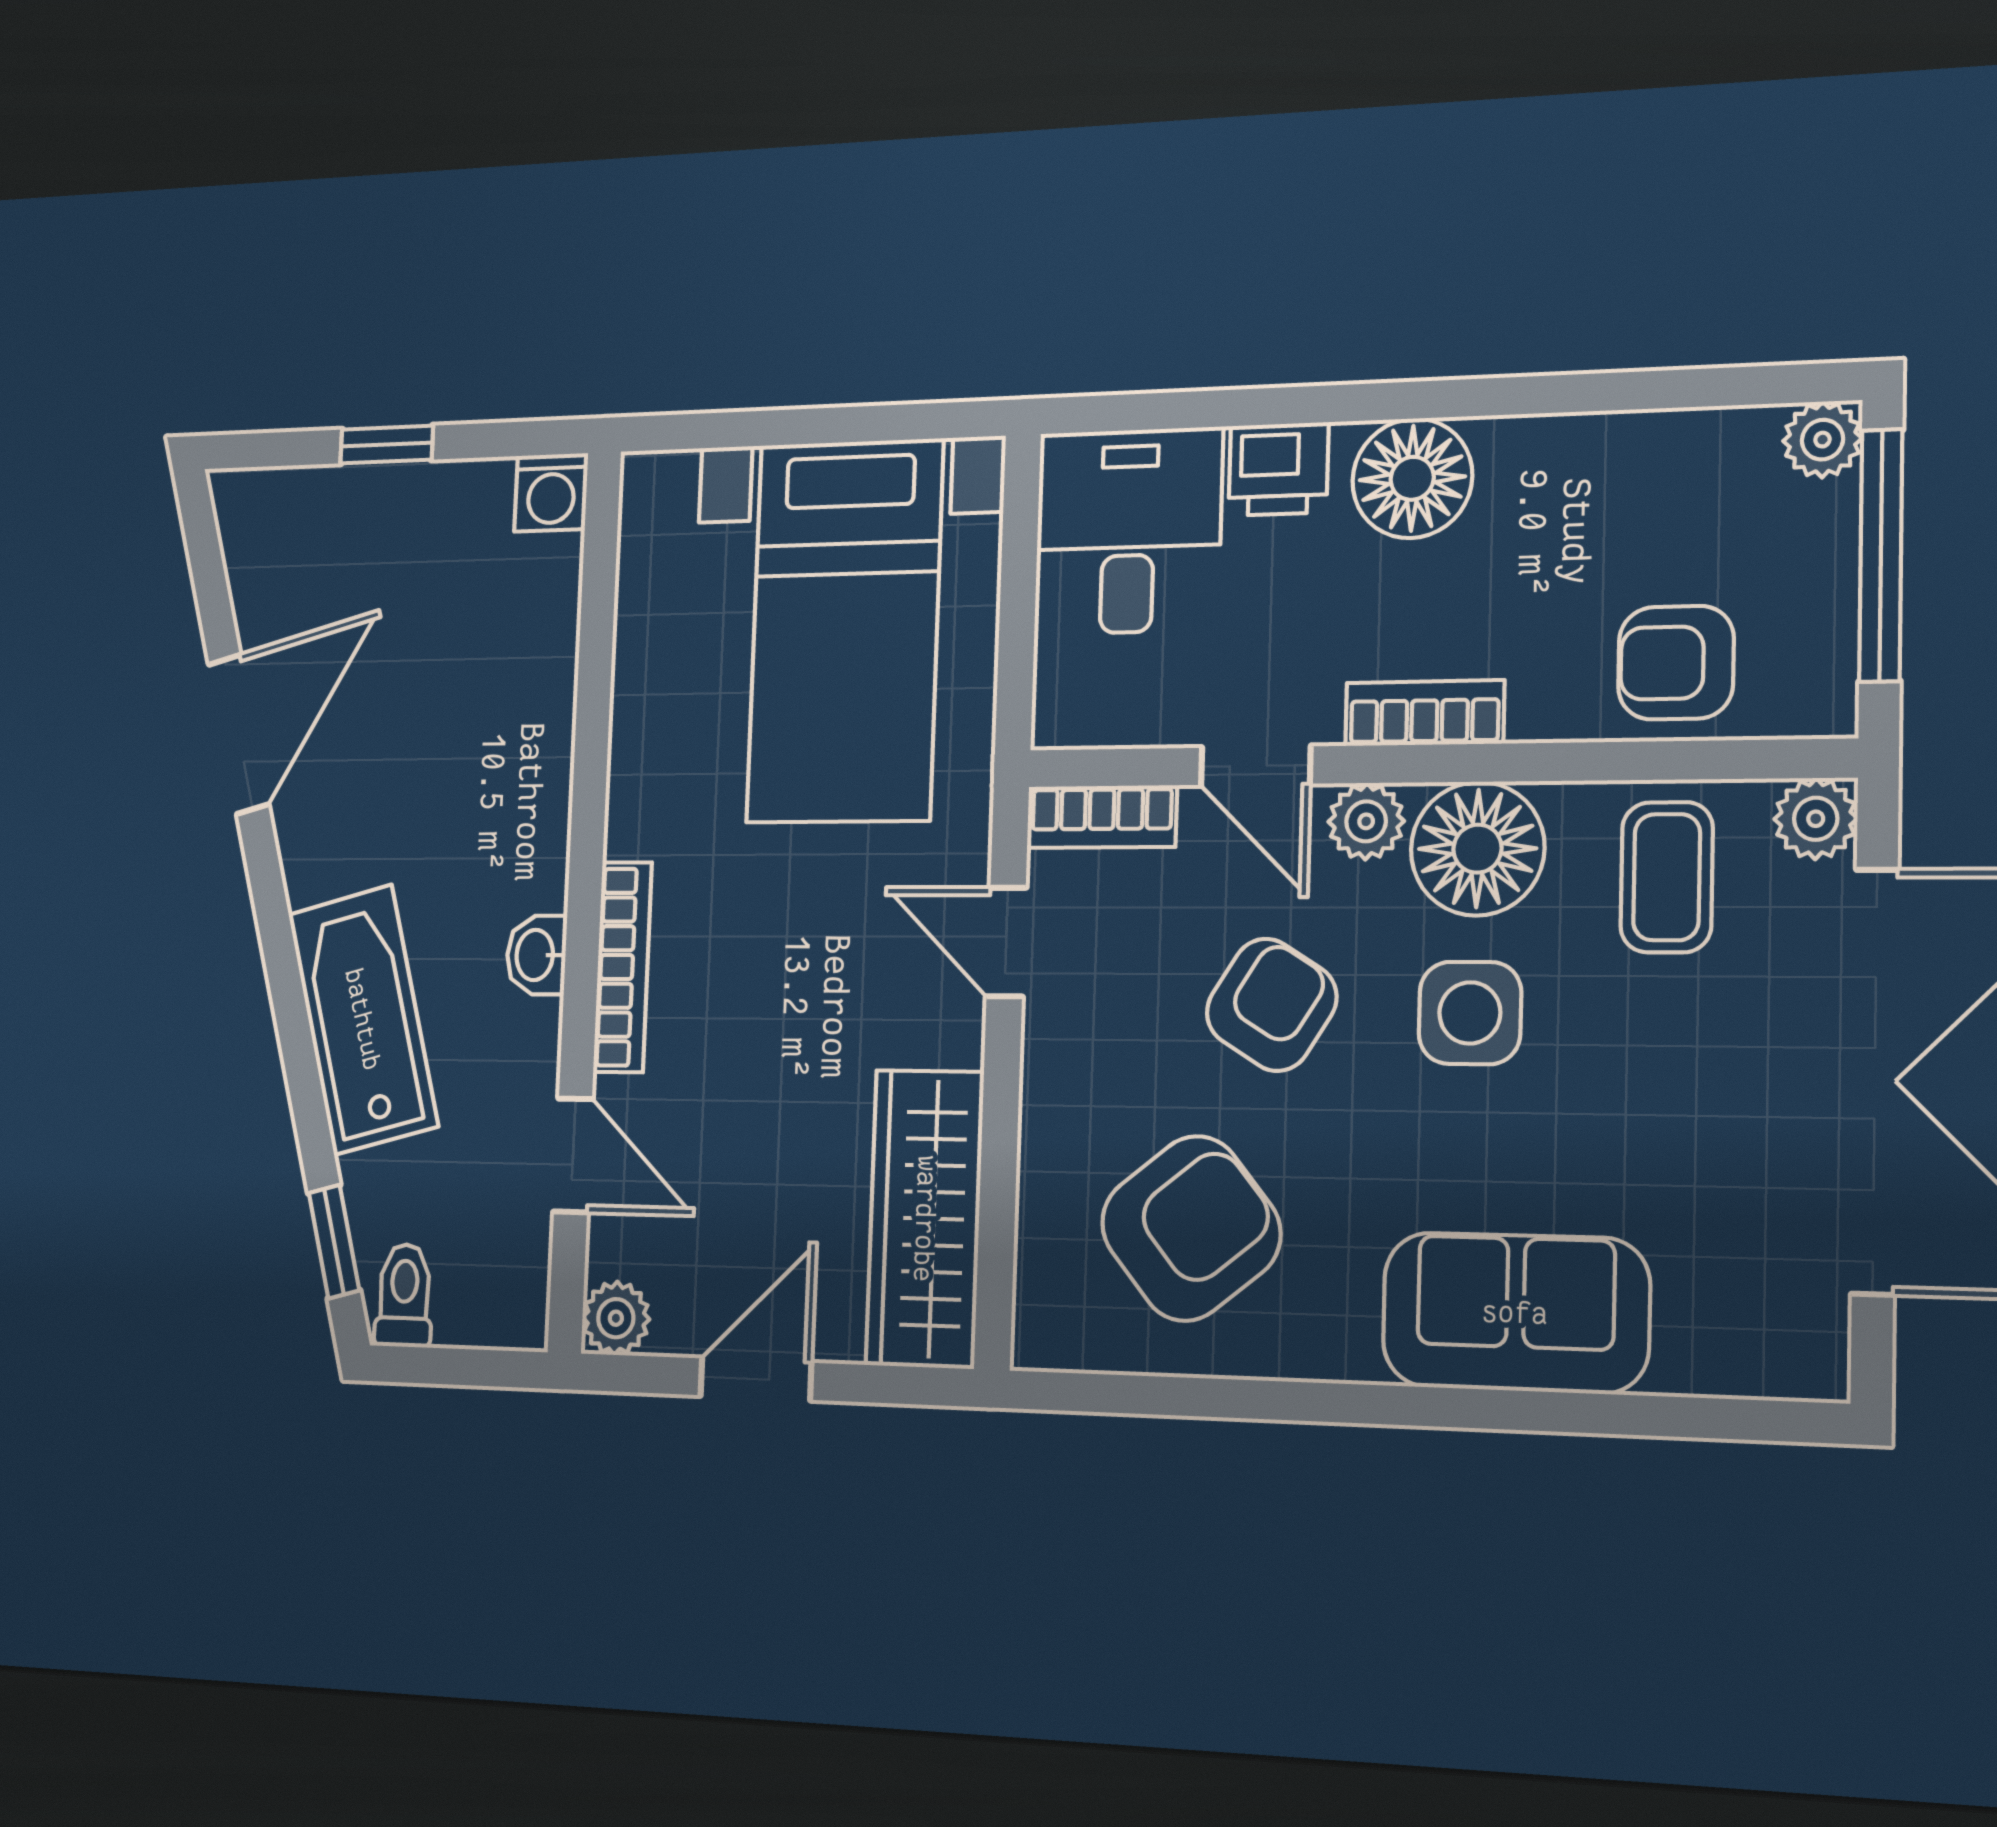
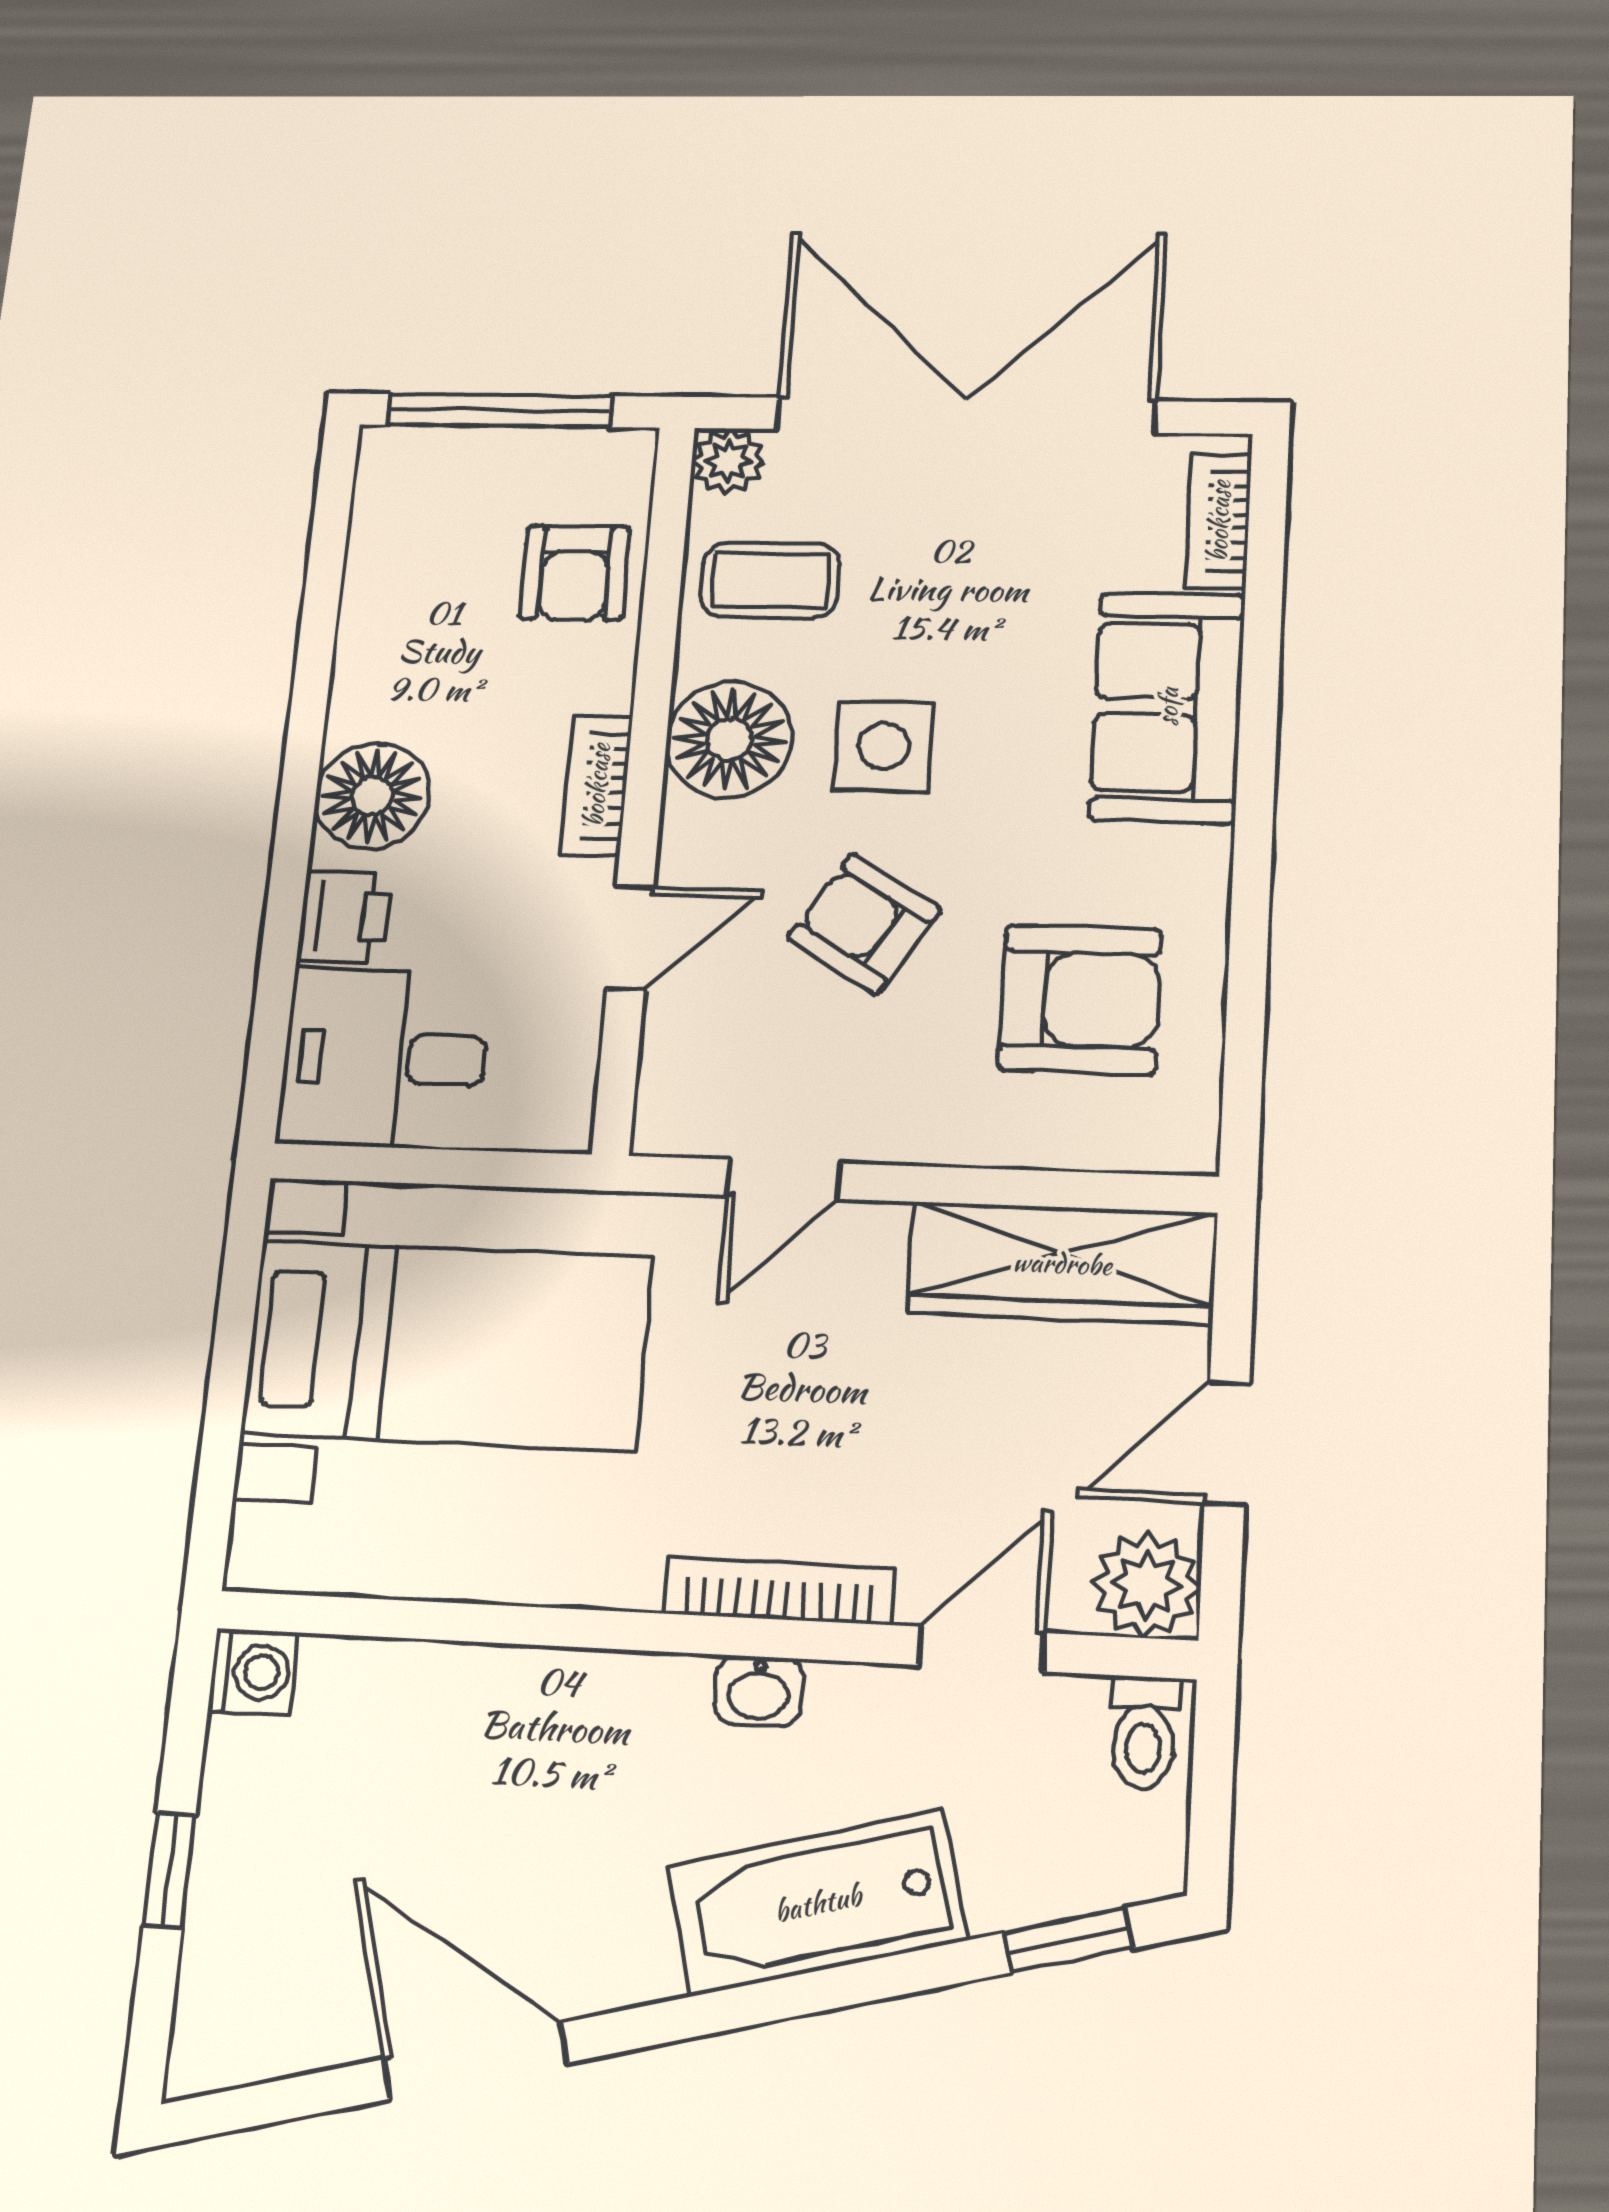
plant: (1822, 440) -> (390, 456), removed
bookcase: (1102, 817) -> (1218, 521), moved, turned 180
plant: (1366, 821) -> (694, 837), removed
armchair: (1191, 1228) -> (1080, 999), turned 129
toilet: (404, 1296) -> (1144, 1732), moved, turned -90
plant: (616, 1318) -> (1146, 1585), width x1.38, depth x1.38
door: (756, 1379) -> (1227, 1443), hinge flipped

